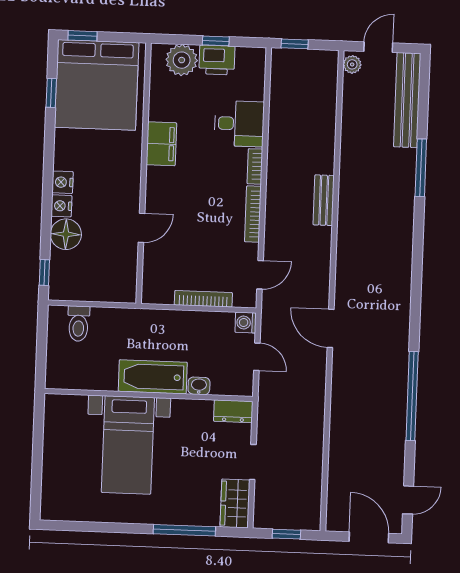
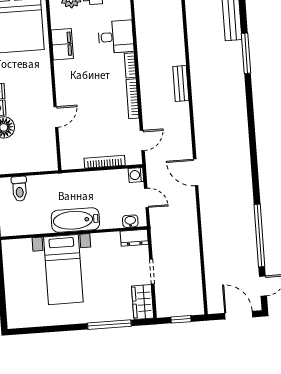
filing cabinet: (161, 144) -> (62, 44), moved
washbasin: (199, 386) -> (130, 221), moved
window: (412, 396) -> (259, 235), moved

